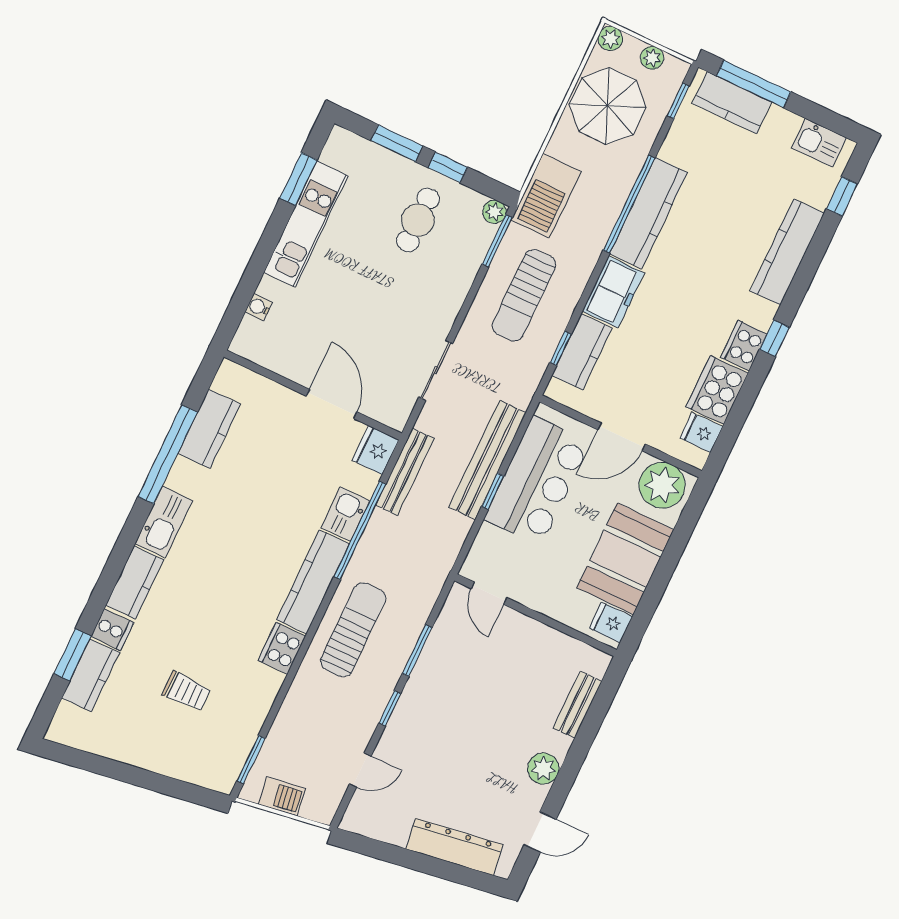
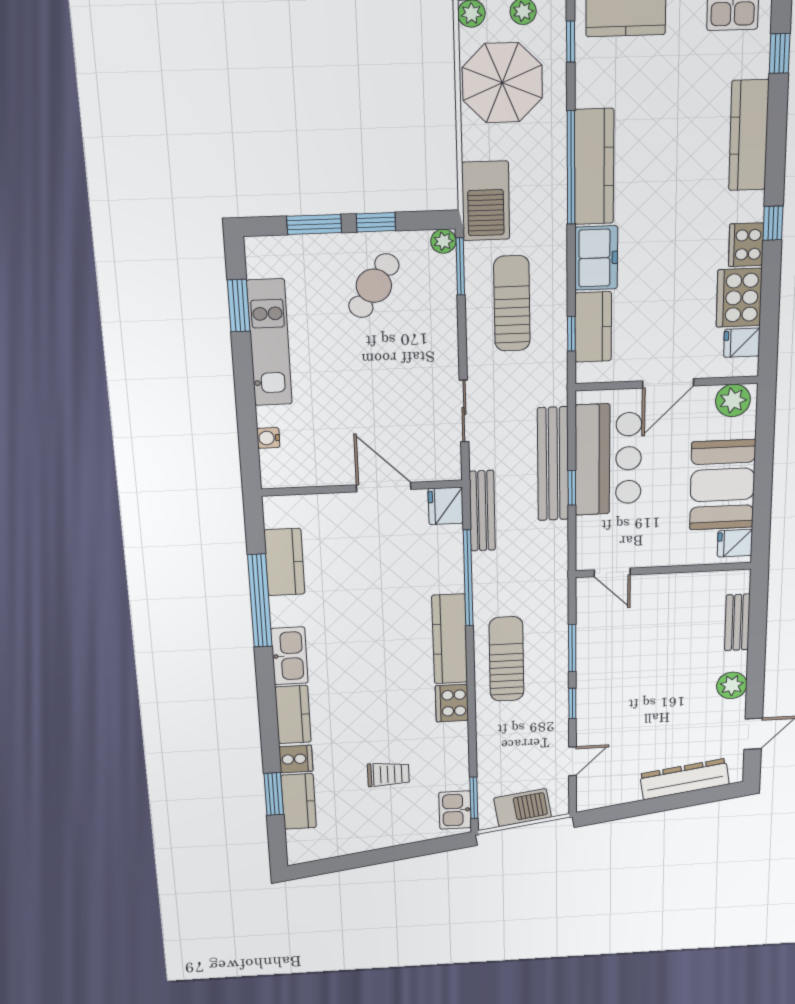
cafe table: (418, 220) -> (374, 286), turned 33
sun lounger: (524, 295) -> (512, 304), turned 180
plant: (662, 485) -> (733, 400), width x0.73, depth x0.73
kitchen sink: (345, 514) -> (455, 810), moved
barbecue: (282, 796) -> (523, 808), width x1.38, depth x1.27

